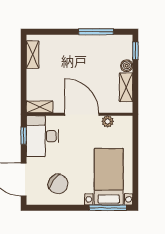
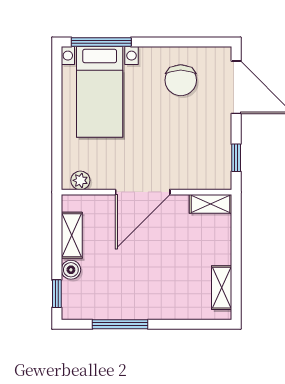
door: (82, 114) -> (143, 192), hinge flipped
plant: (108, 121) -> (80, 180), moved
desk: (43, 136) -> (206, 157), removed
chair: (58, 184) -> (181, 80), turned -127

